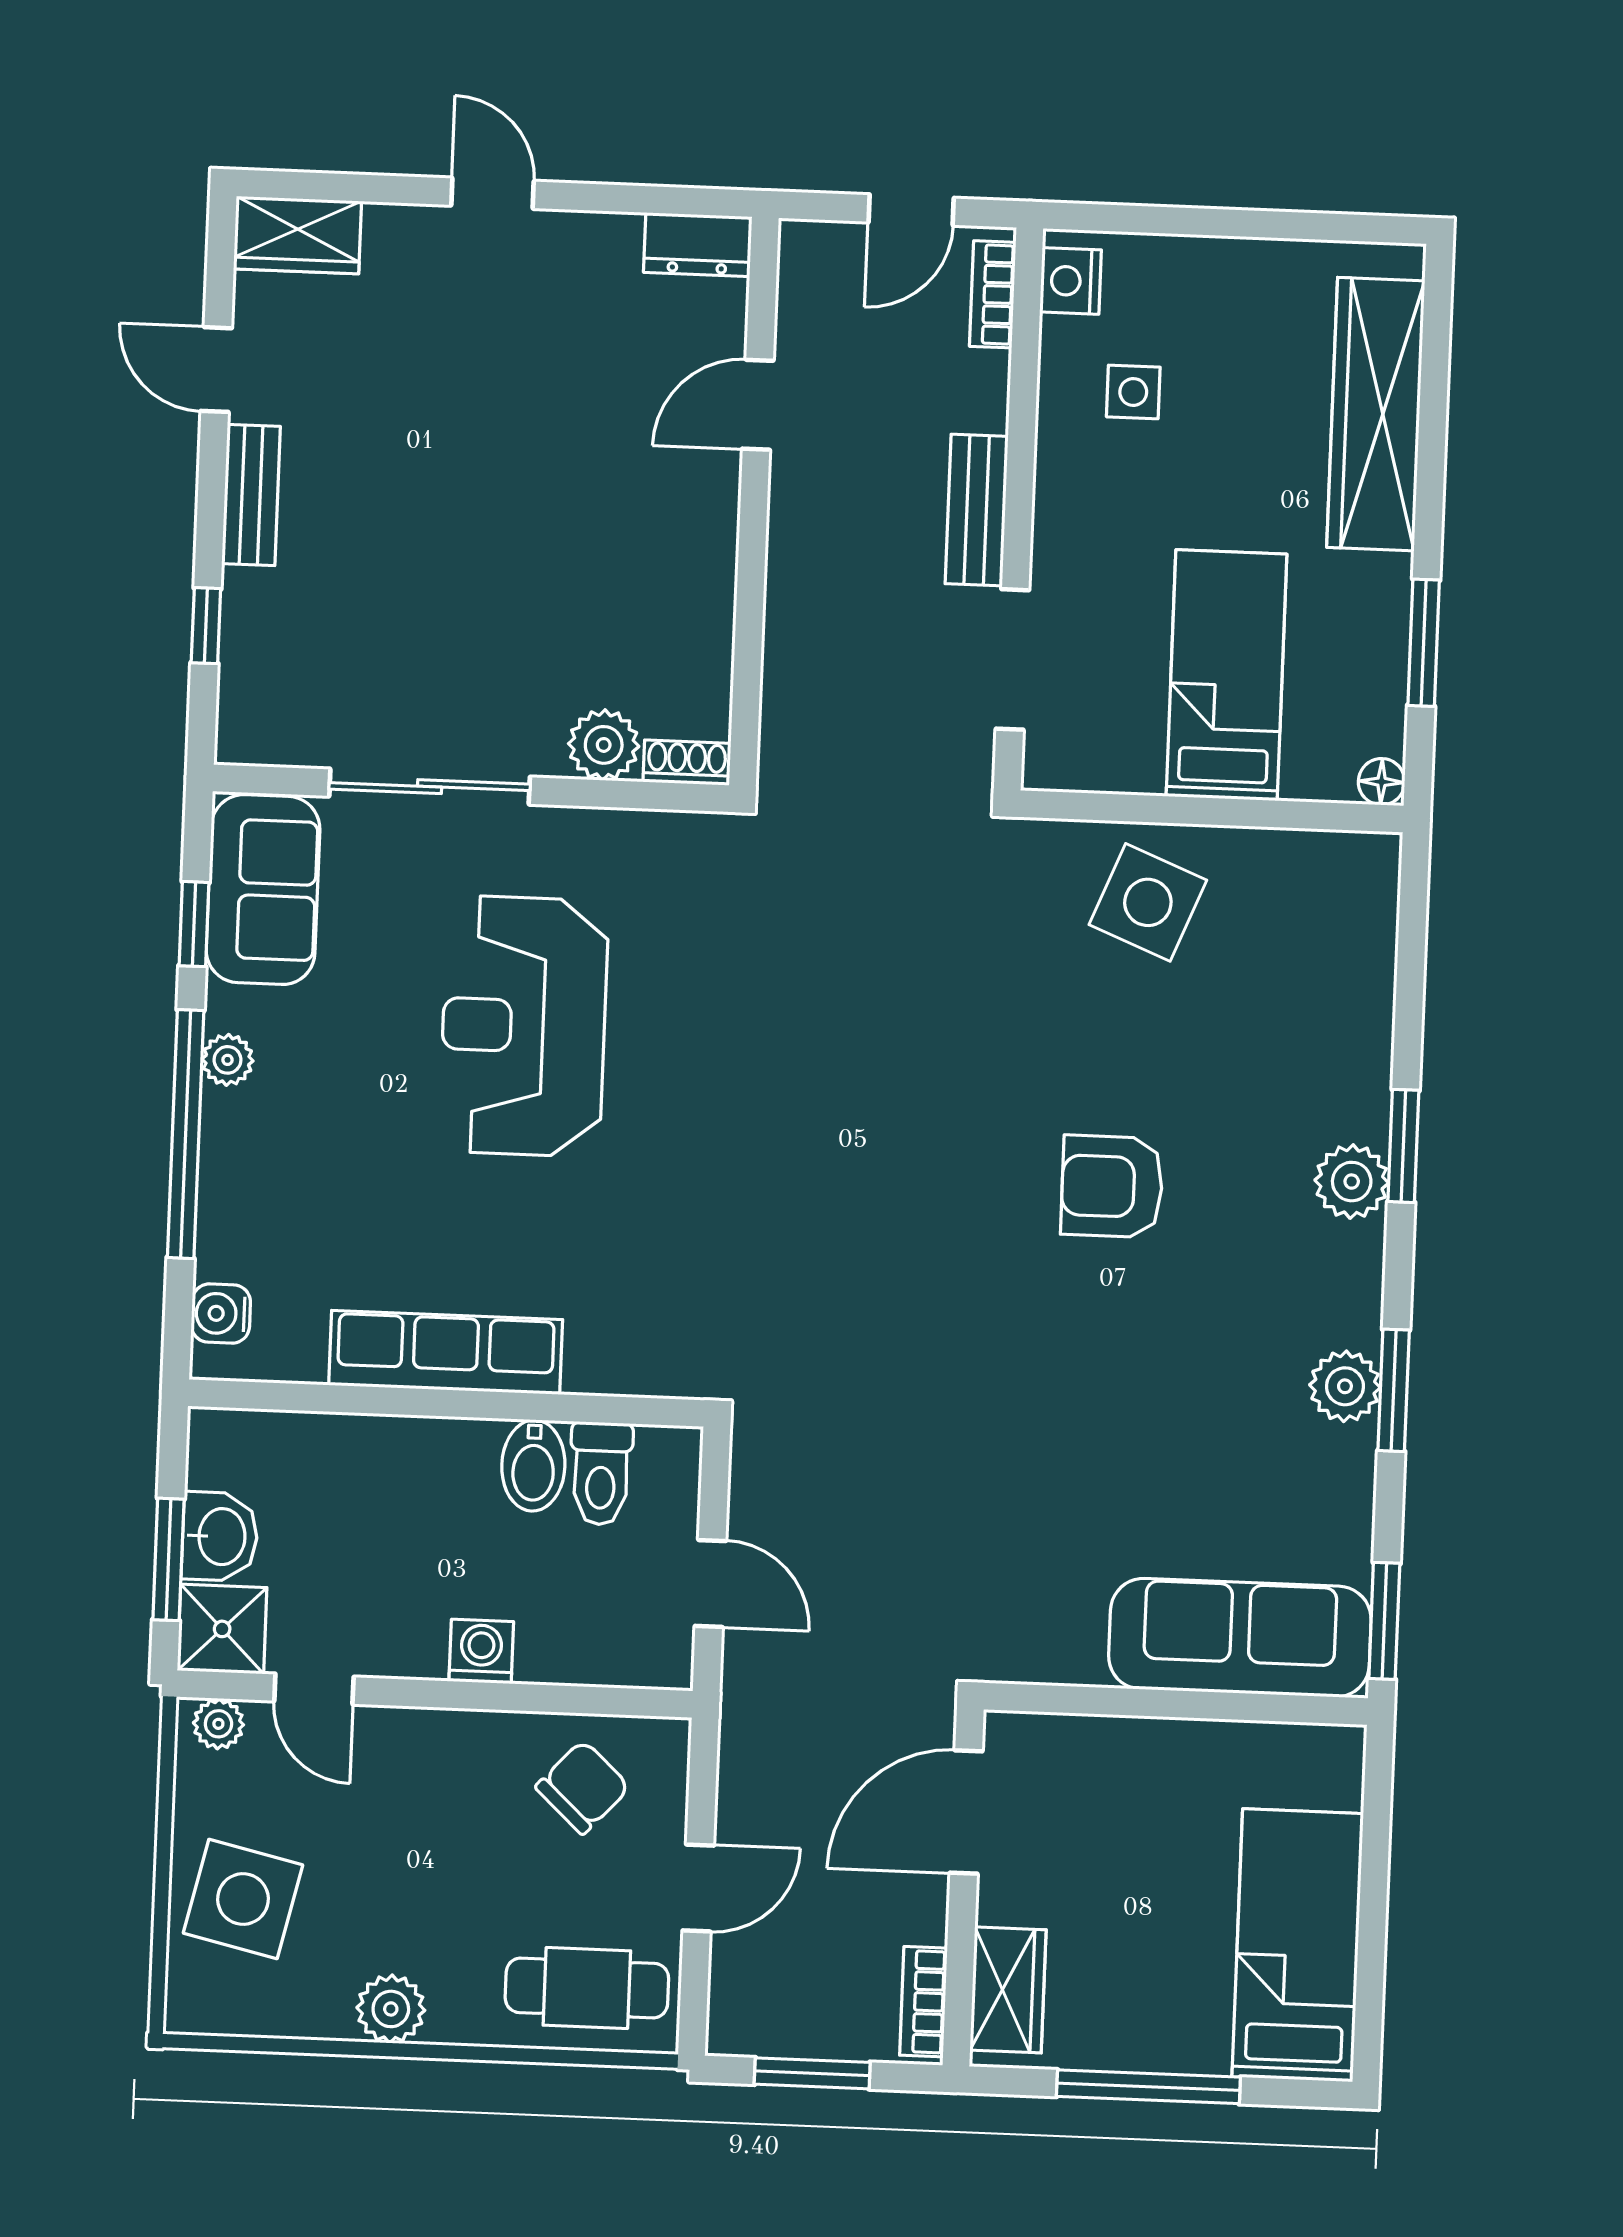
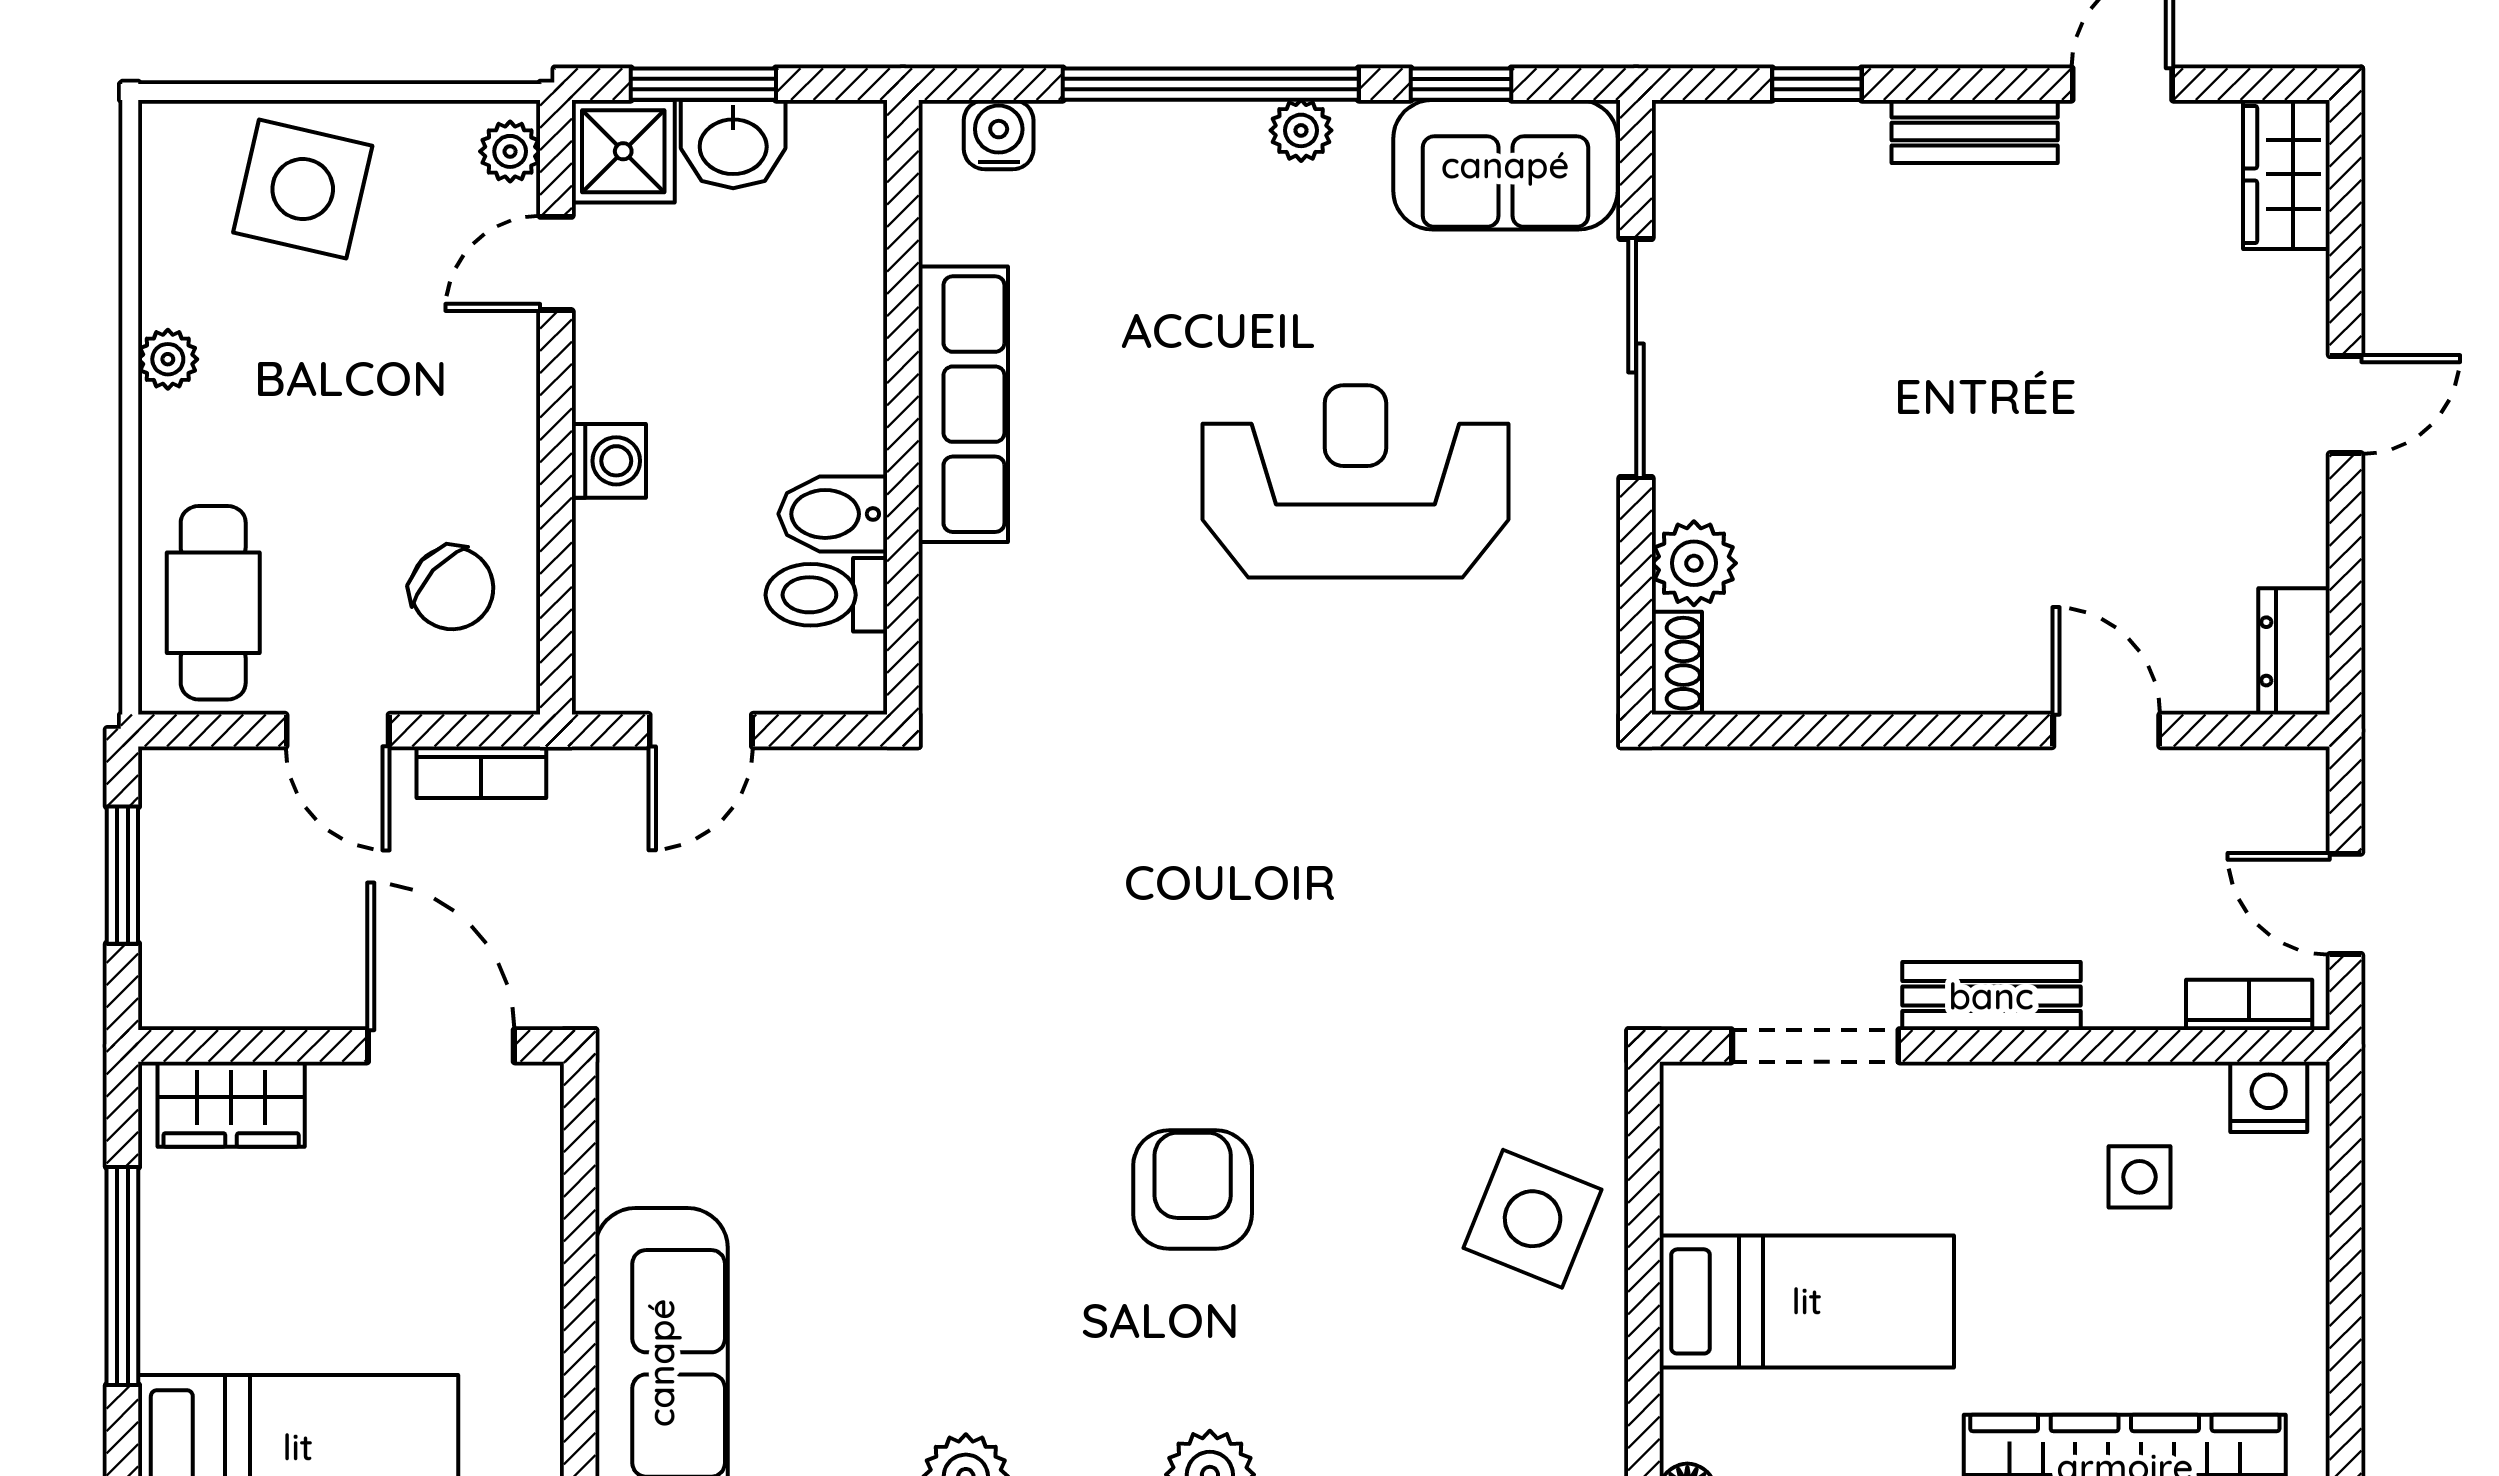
bookcase: (923, 2002) -> (481, 772), moved, turned 180
plant: (391, 2009) -> (168, 359), width x0.73, depth x0.73

